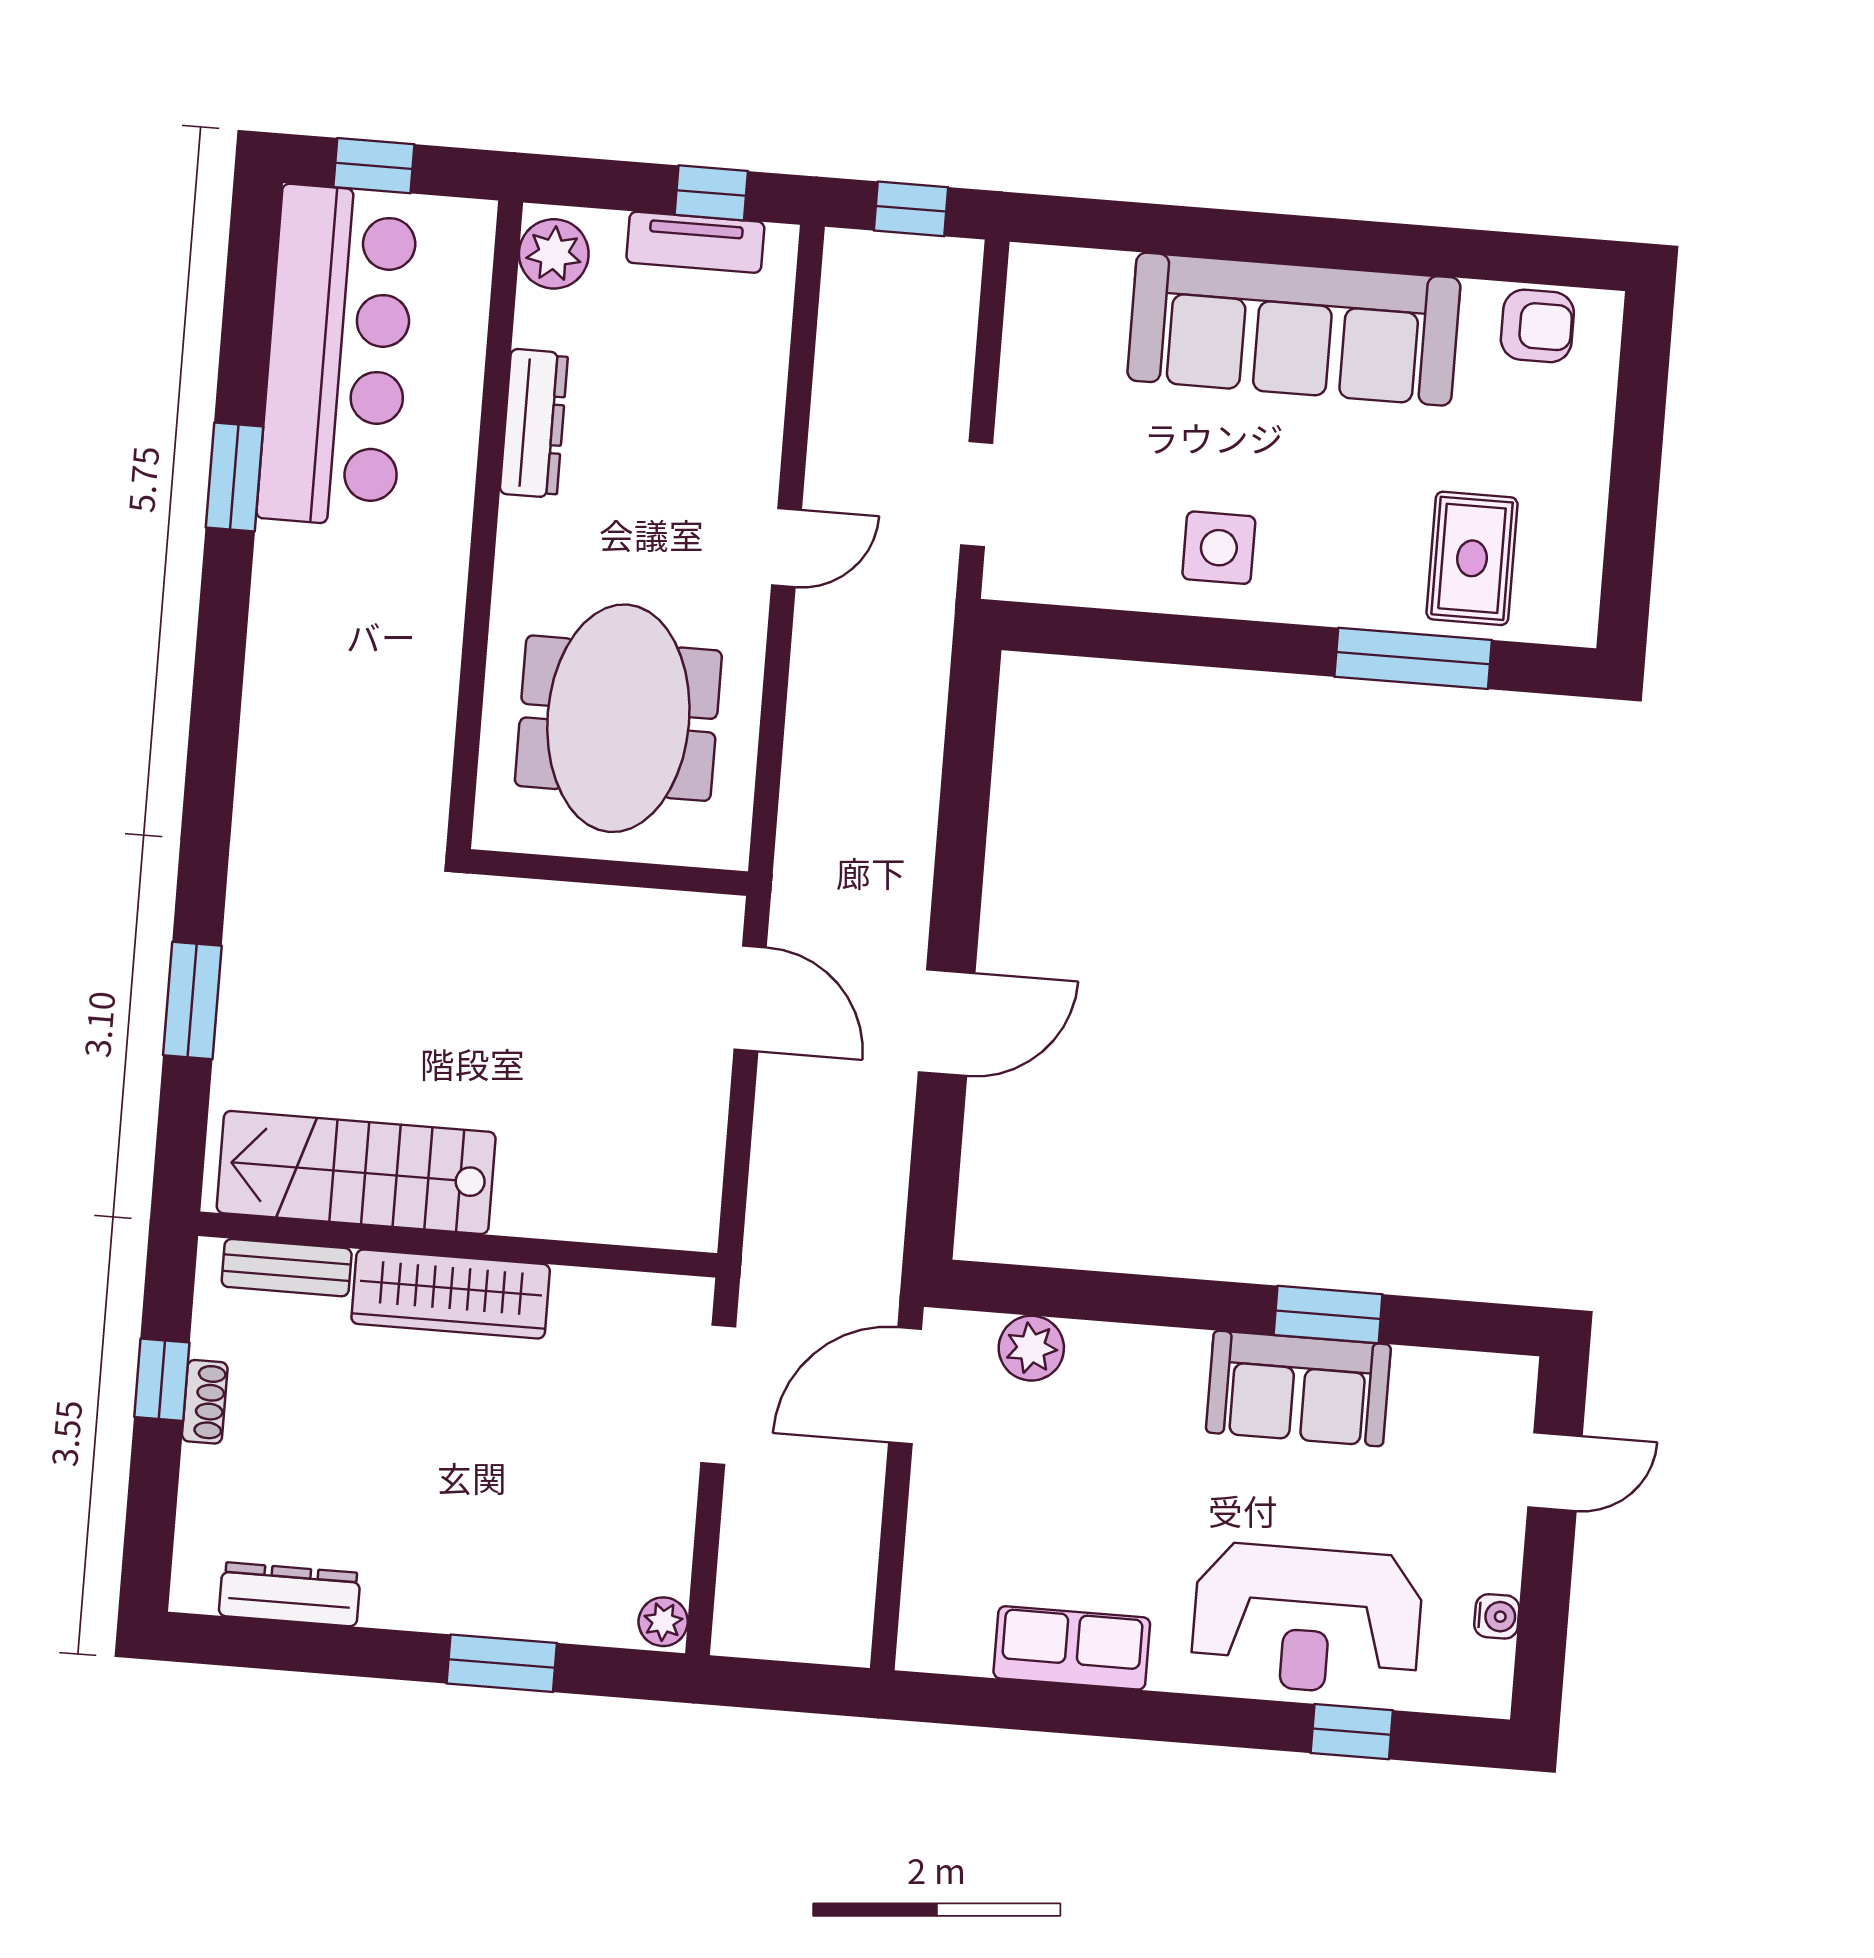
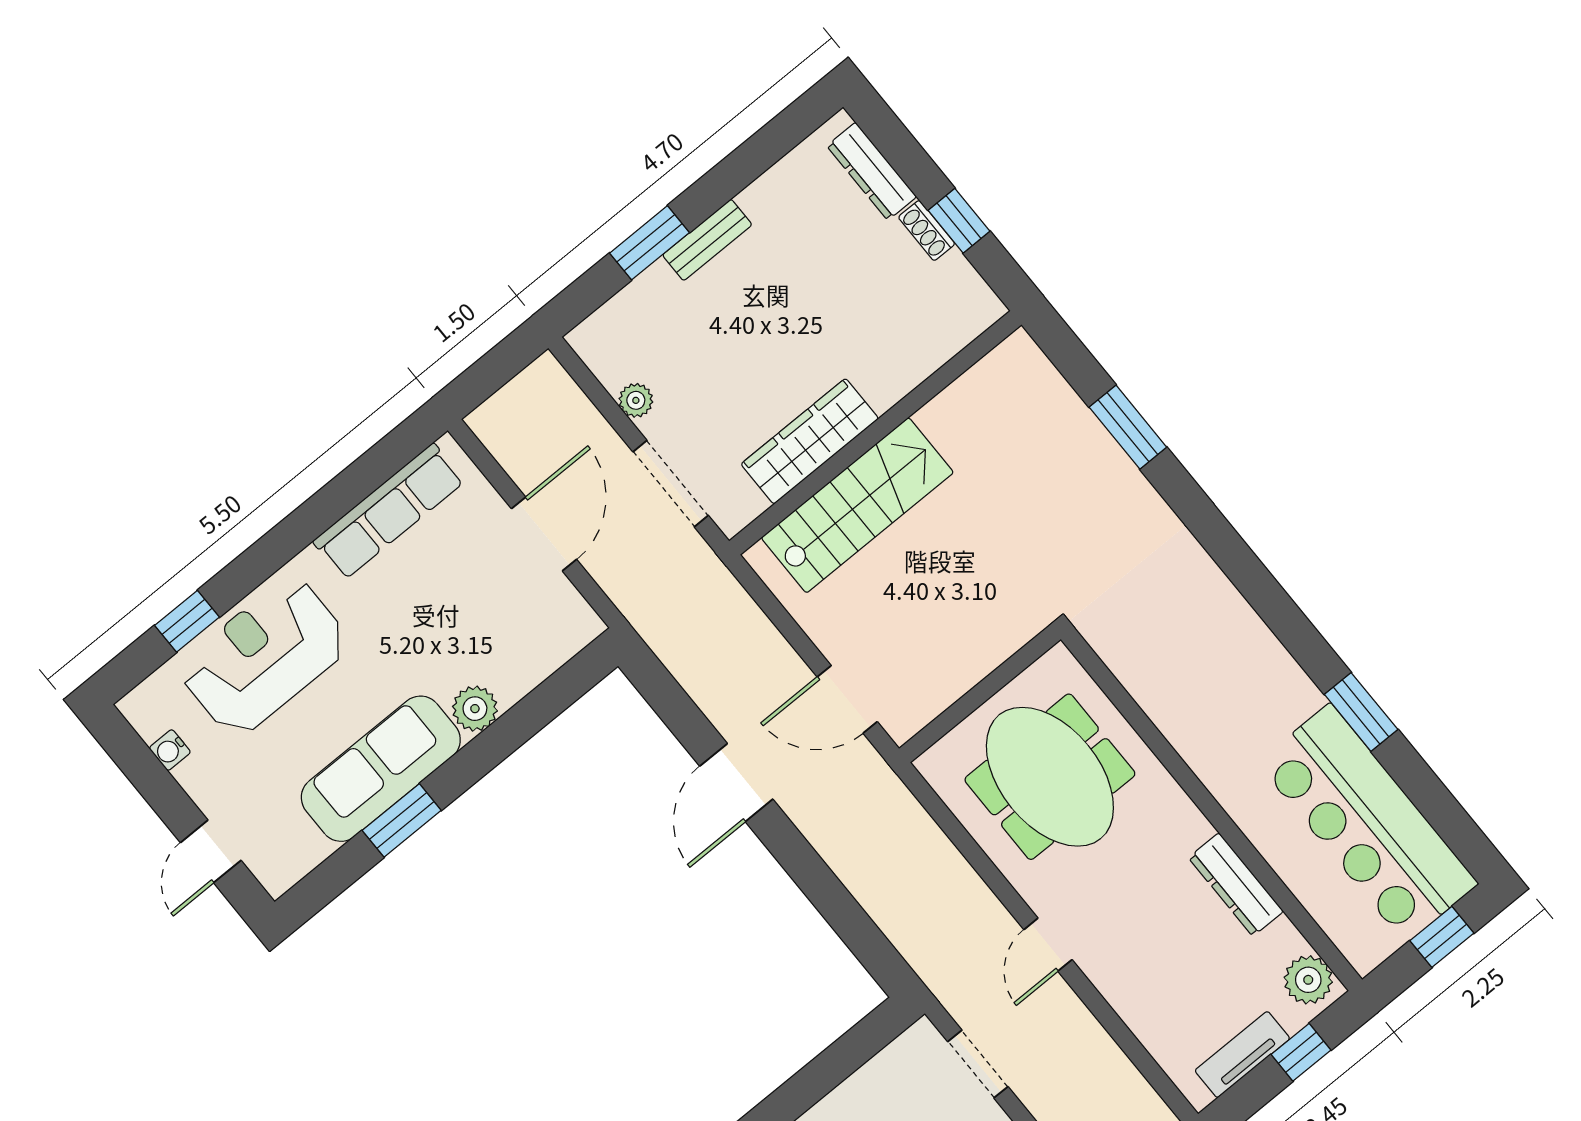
window: (711, 193) -> (1301, 1052), moved
stairs: (356, 1172) -> (857, 505), moved
bench: (287, 1268) -> (707, 240), moved
wardrobe: (451, 1294) -> (810, 441), moved
plant: (1031, 1348) -> (475, 709), moved
door: (905, 1386) -> (544, 534), moved
sofa: (1298, 1388) -> (381, 769), width x1.36
dresser: (290, 1594) -> (872, 171), moved, turned 90
plant: (663, 1622) -> (636, 400), moved
row of seats: (1072, 1648) -> (389, 511), width x1.48

